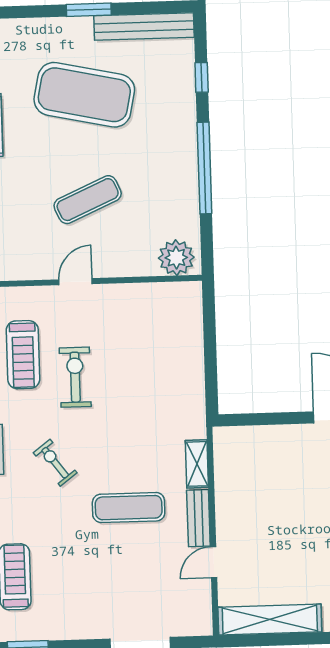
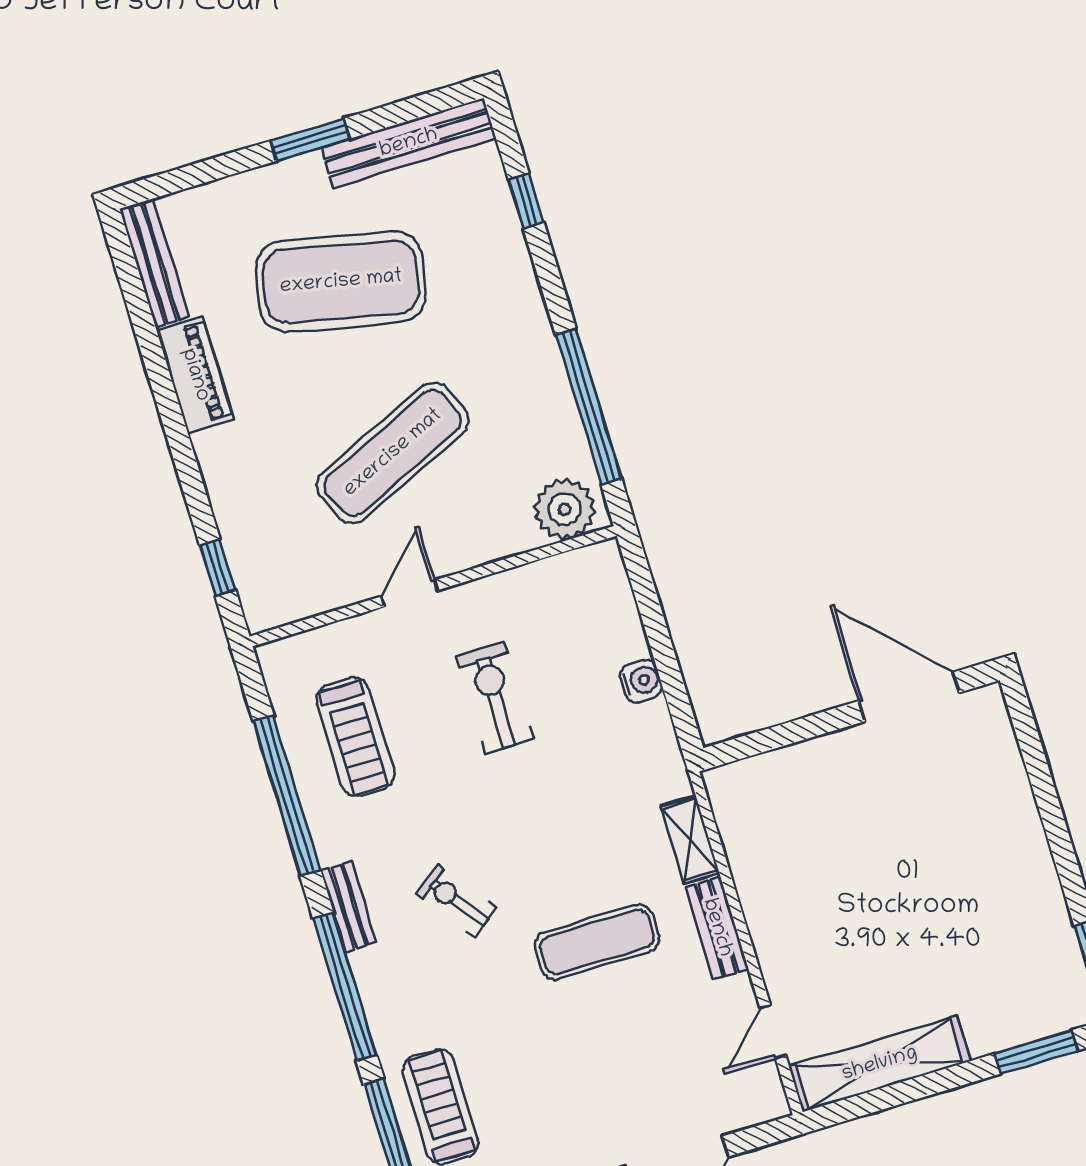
window: (204, 168) -> (589, 407), moved
exercise mat: (88, 200) -> (393, 453), width x1.36, depth x1.45
water cooler: (193, 367) -> (641, 681), added
exercise bike: (75, 377) -> (495, 698), moved
door: (214, 562) -> (773, 1031), moved

